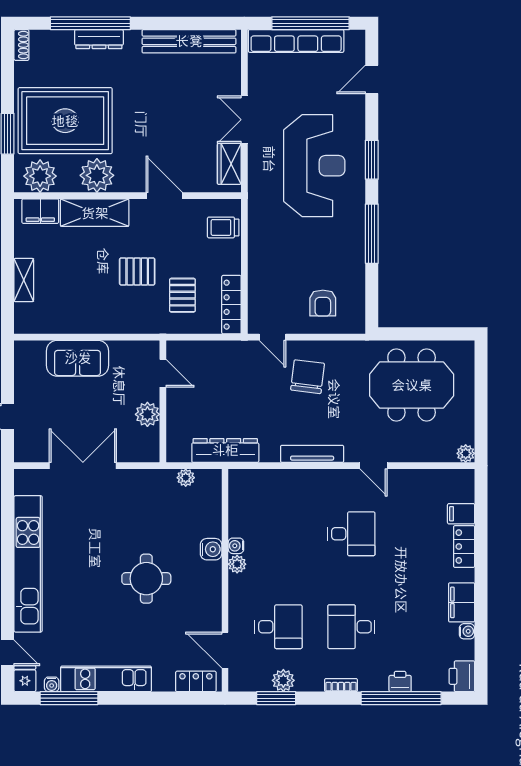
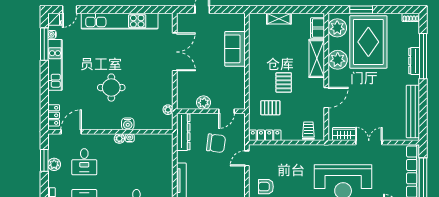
door: (163, 373) -> (227, 111), moved
chair: (308, 377) -> (216, 143), moved
wall: (163, 401) -> (211, 111), moved
plant: (147, 414) -> (204, 103), moved

